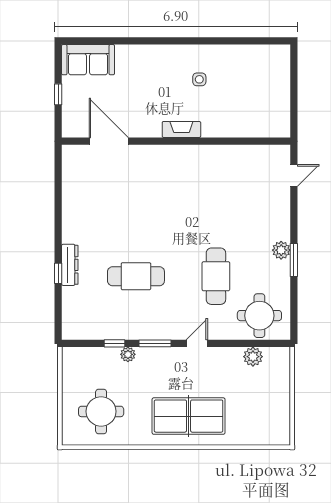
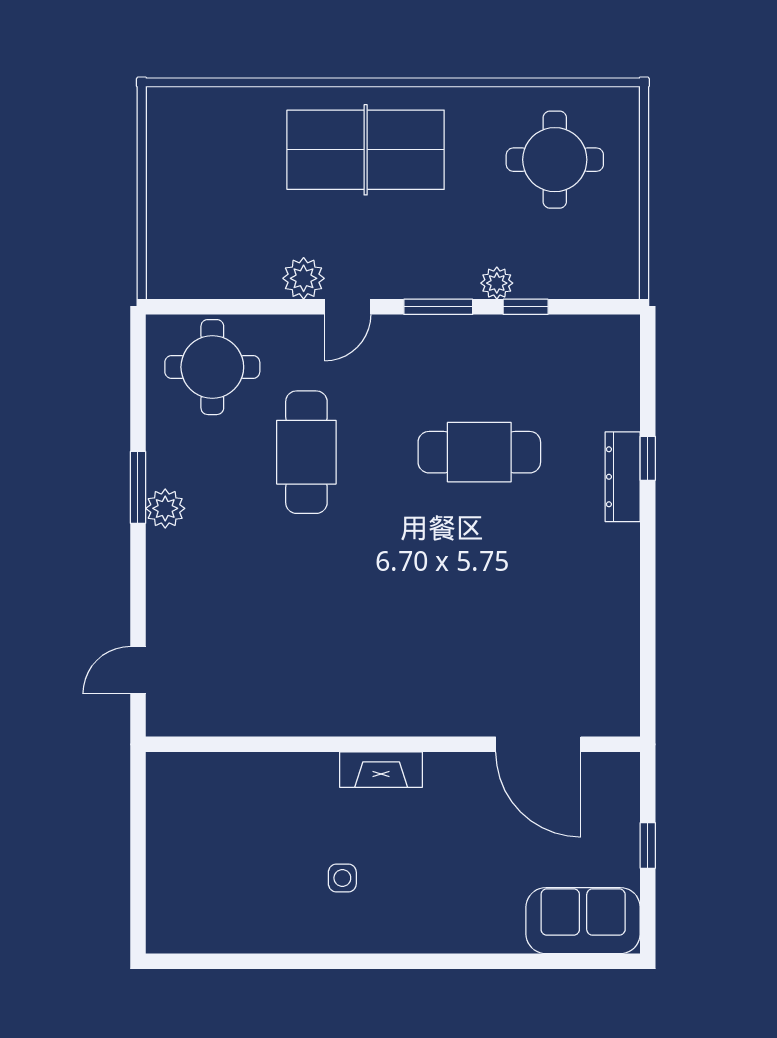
plant: (253, 357) -> (304, 278), moved

